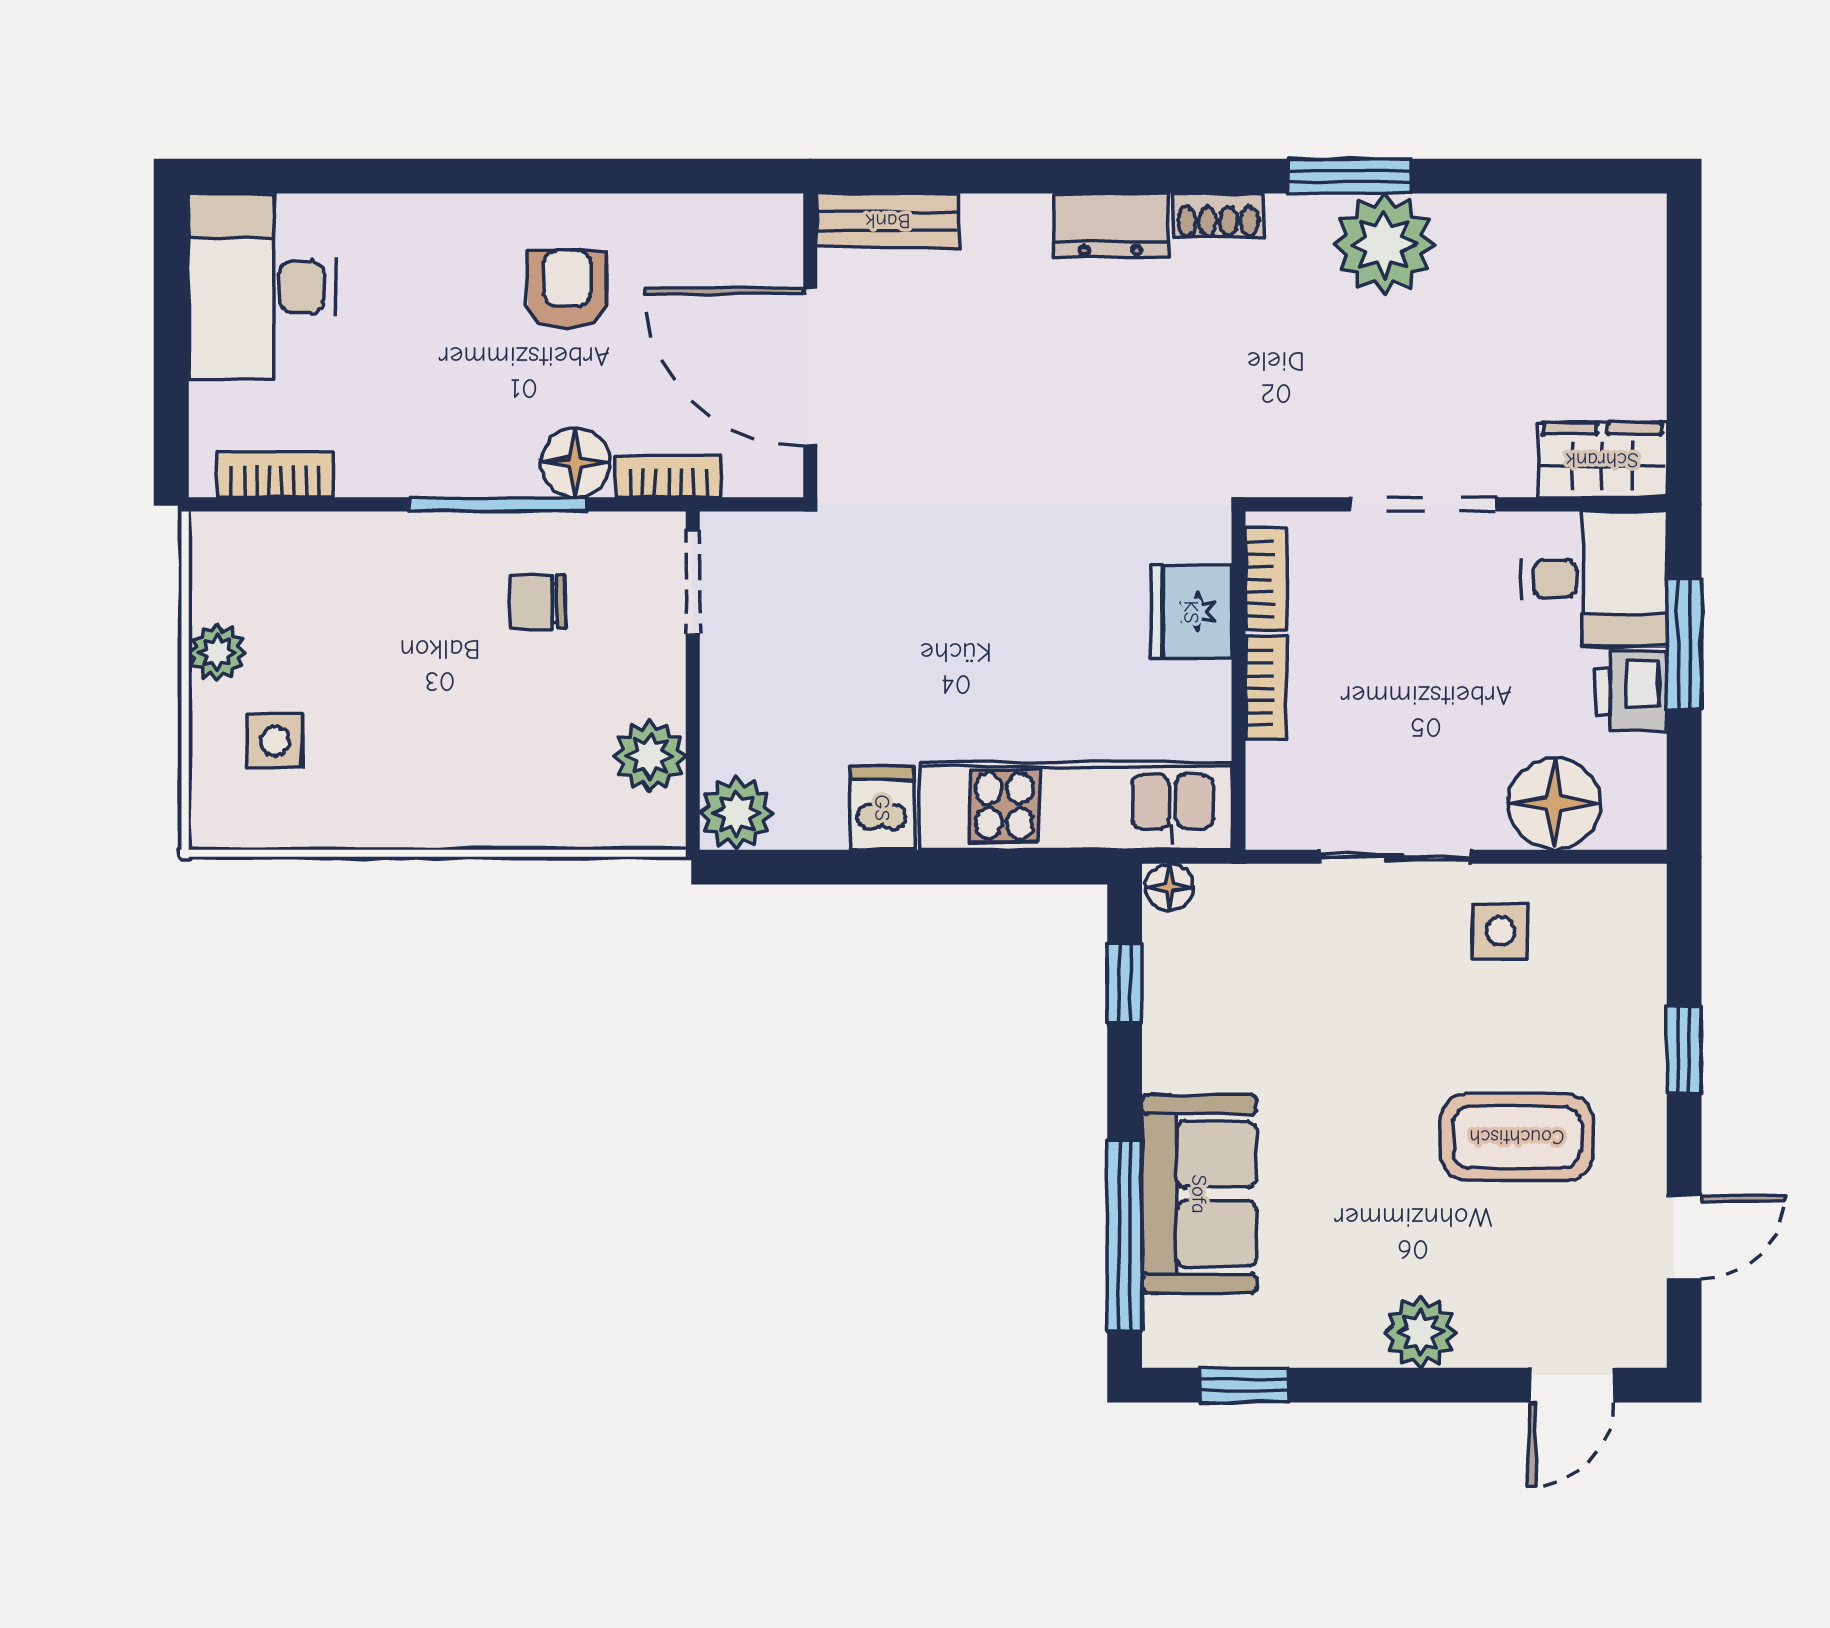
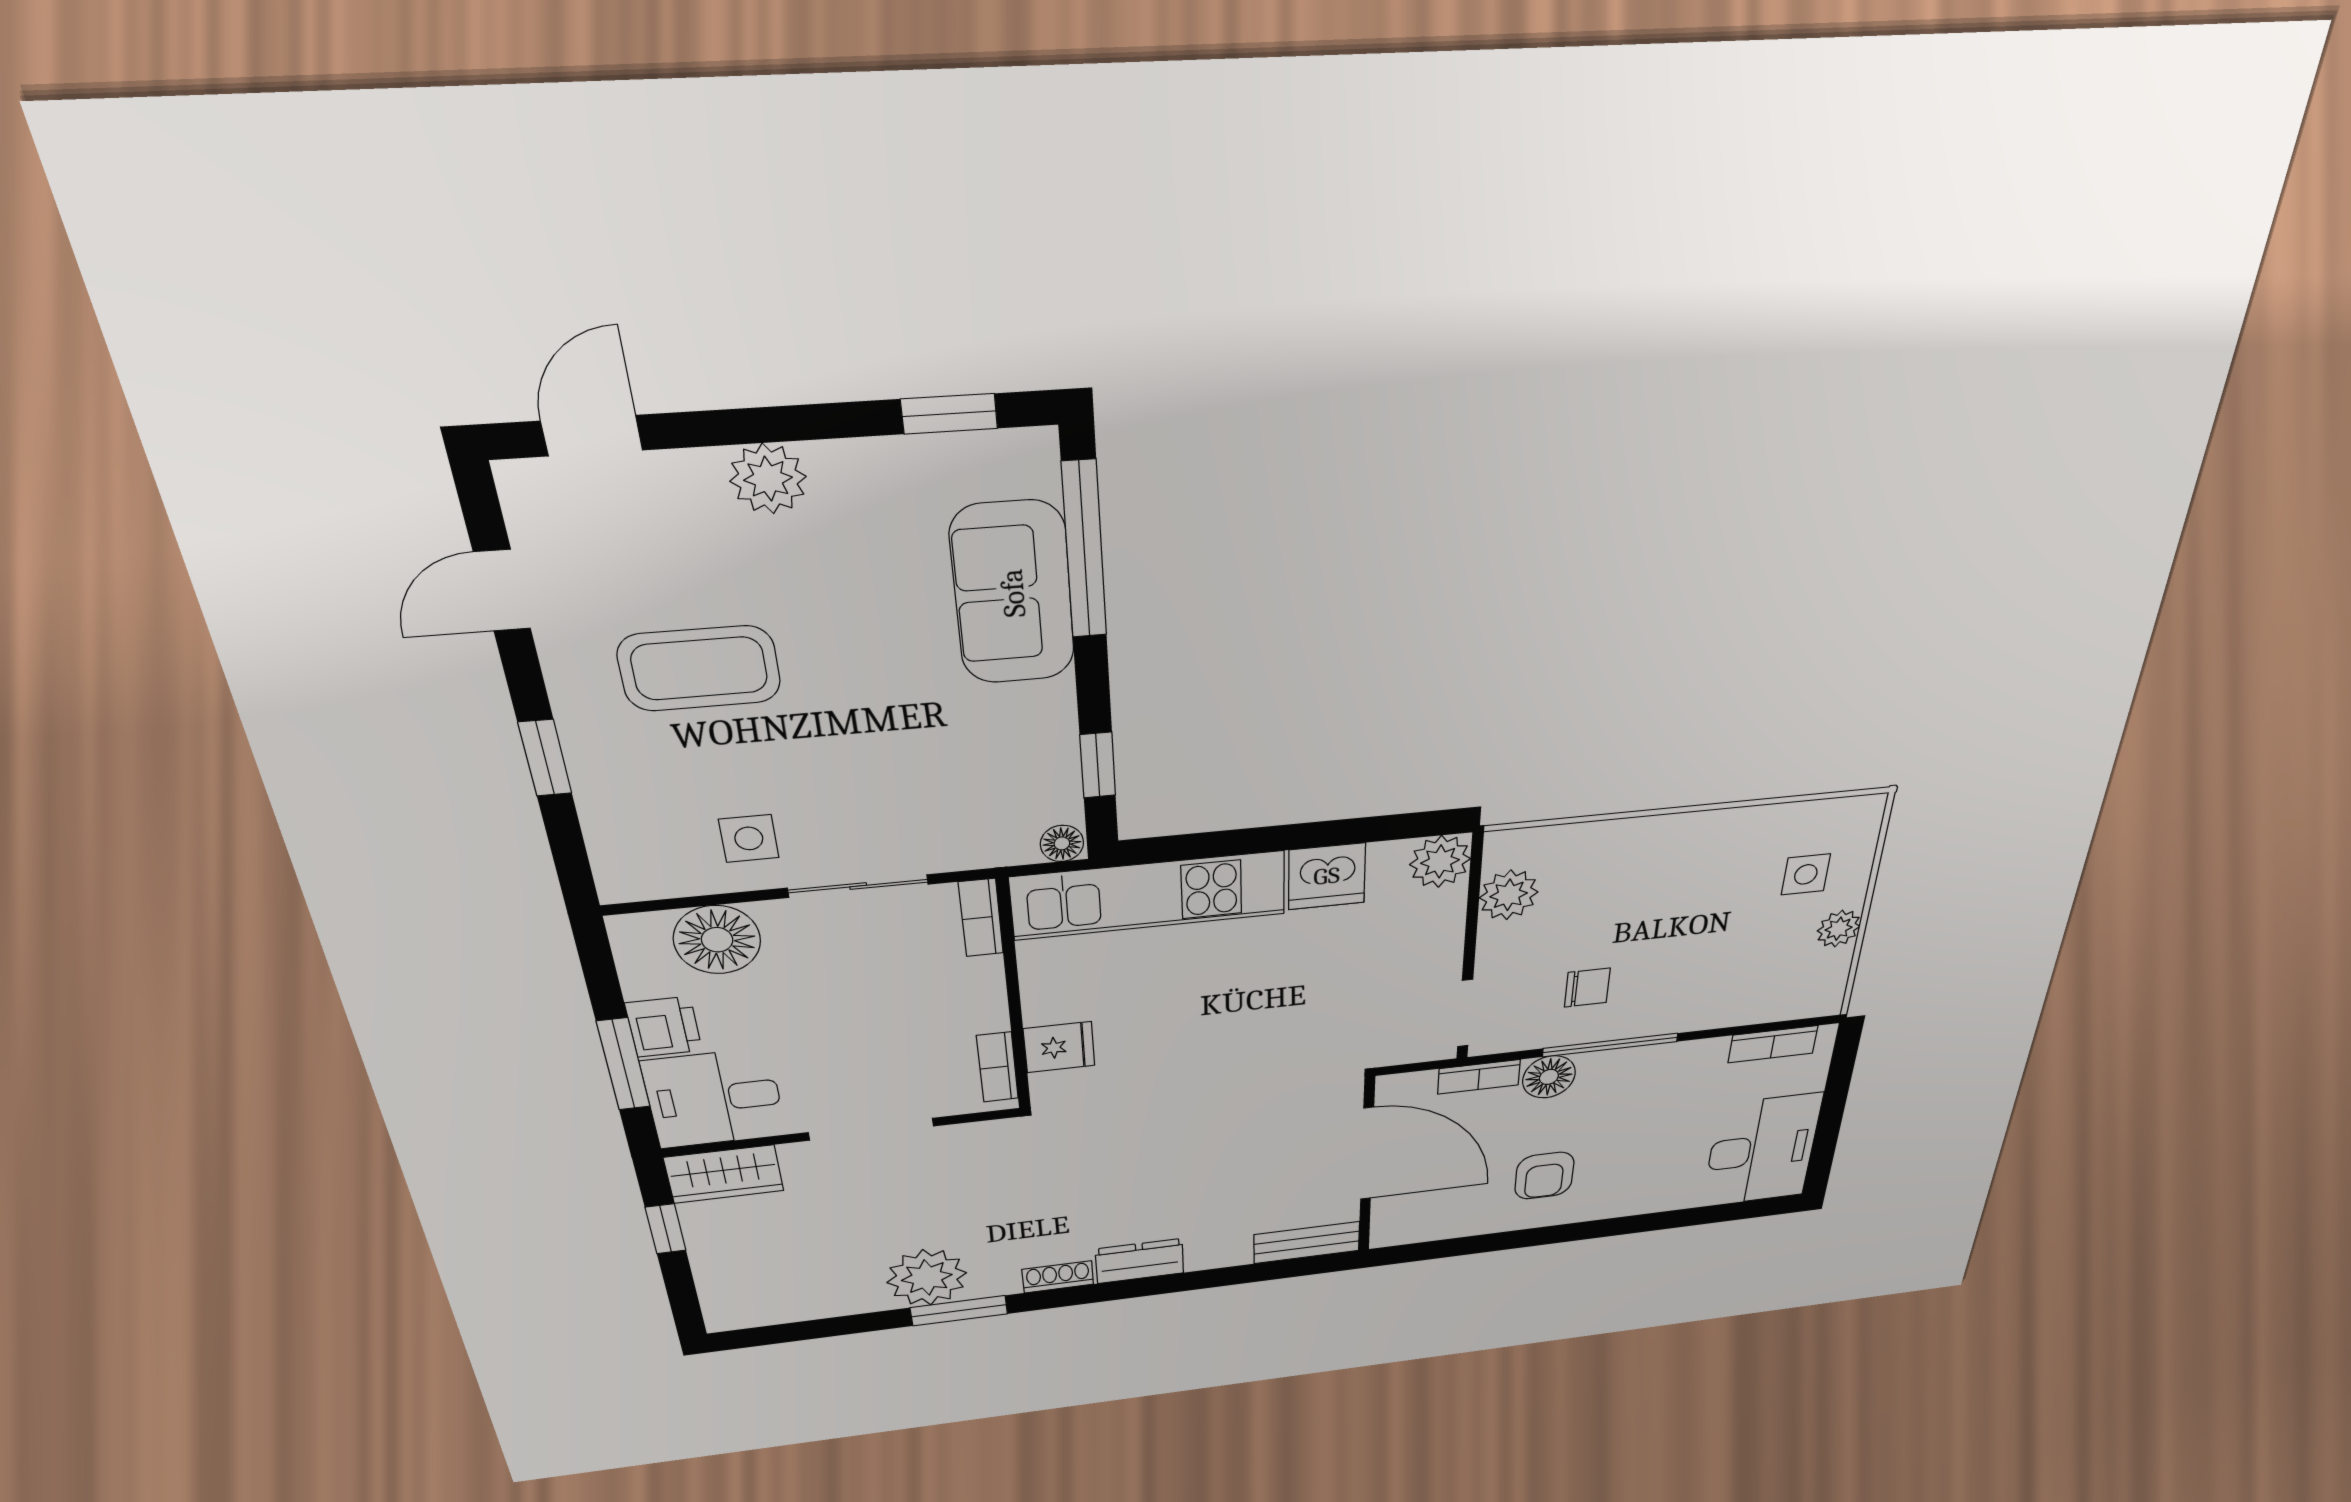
window: (1684, 382) -> (666, 1229), added
fridge: (1191, 612) -> (1059, 1047), width x0.72
bookcase: (1266, 688) -> (981, 918), moved
dishwasher: (882, 808) -> (1327, 876), width x1.38

